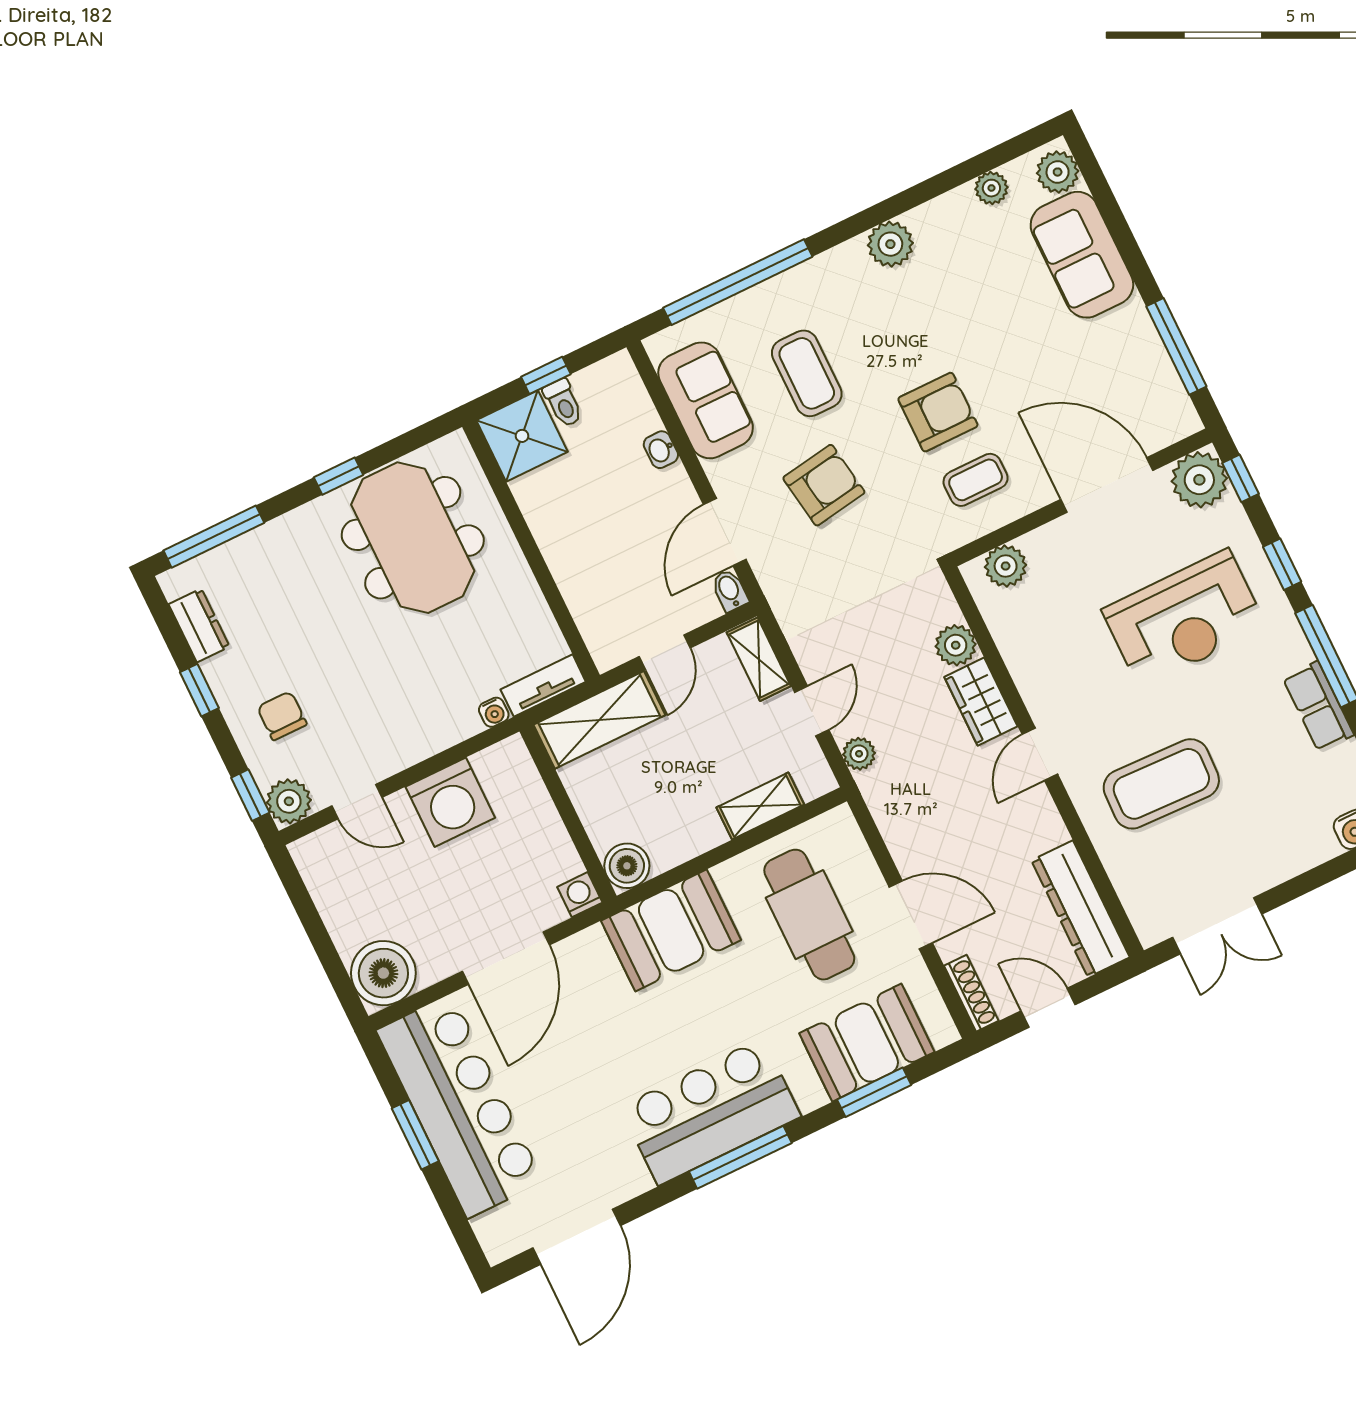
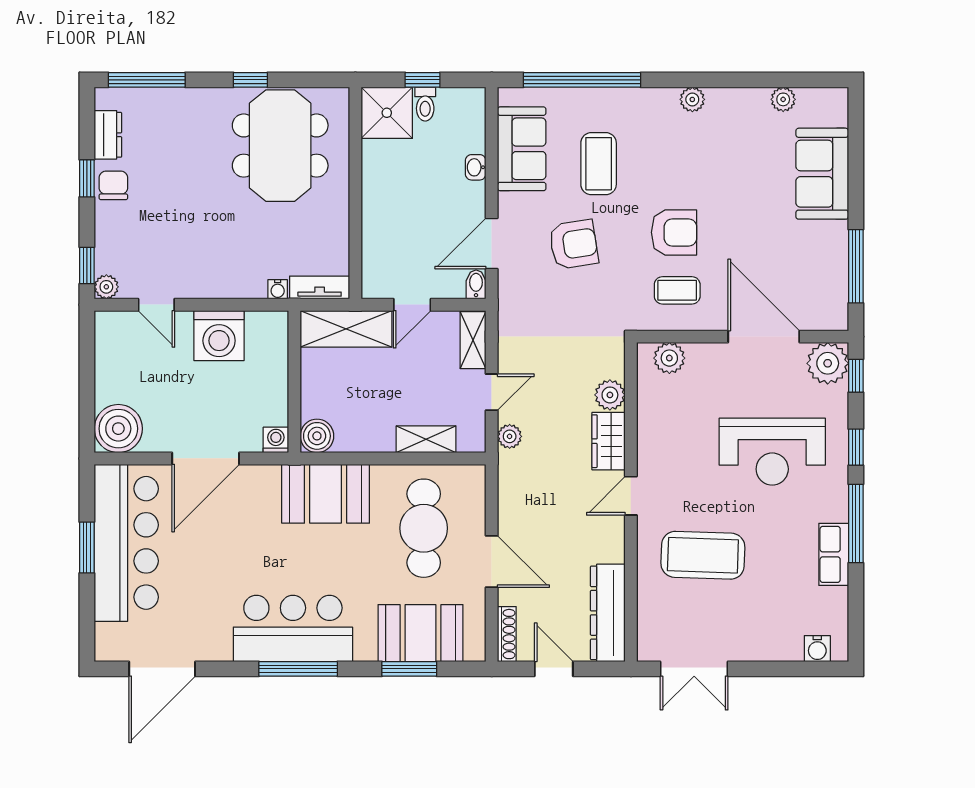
plant: (1058, 172) -> (833, 110), removed
plant: (890, 244) -> (692, 99), width x0.73, depth x0.73
chair: (282, 716) -> (113, 185), moved
plant: (289, 801) -> (106, 287), width x0.73, depth x0.73

